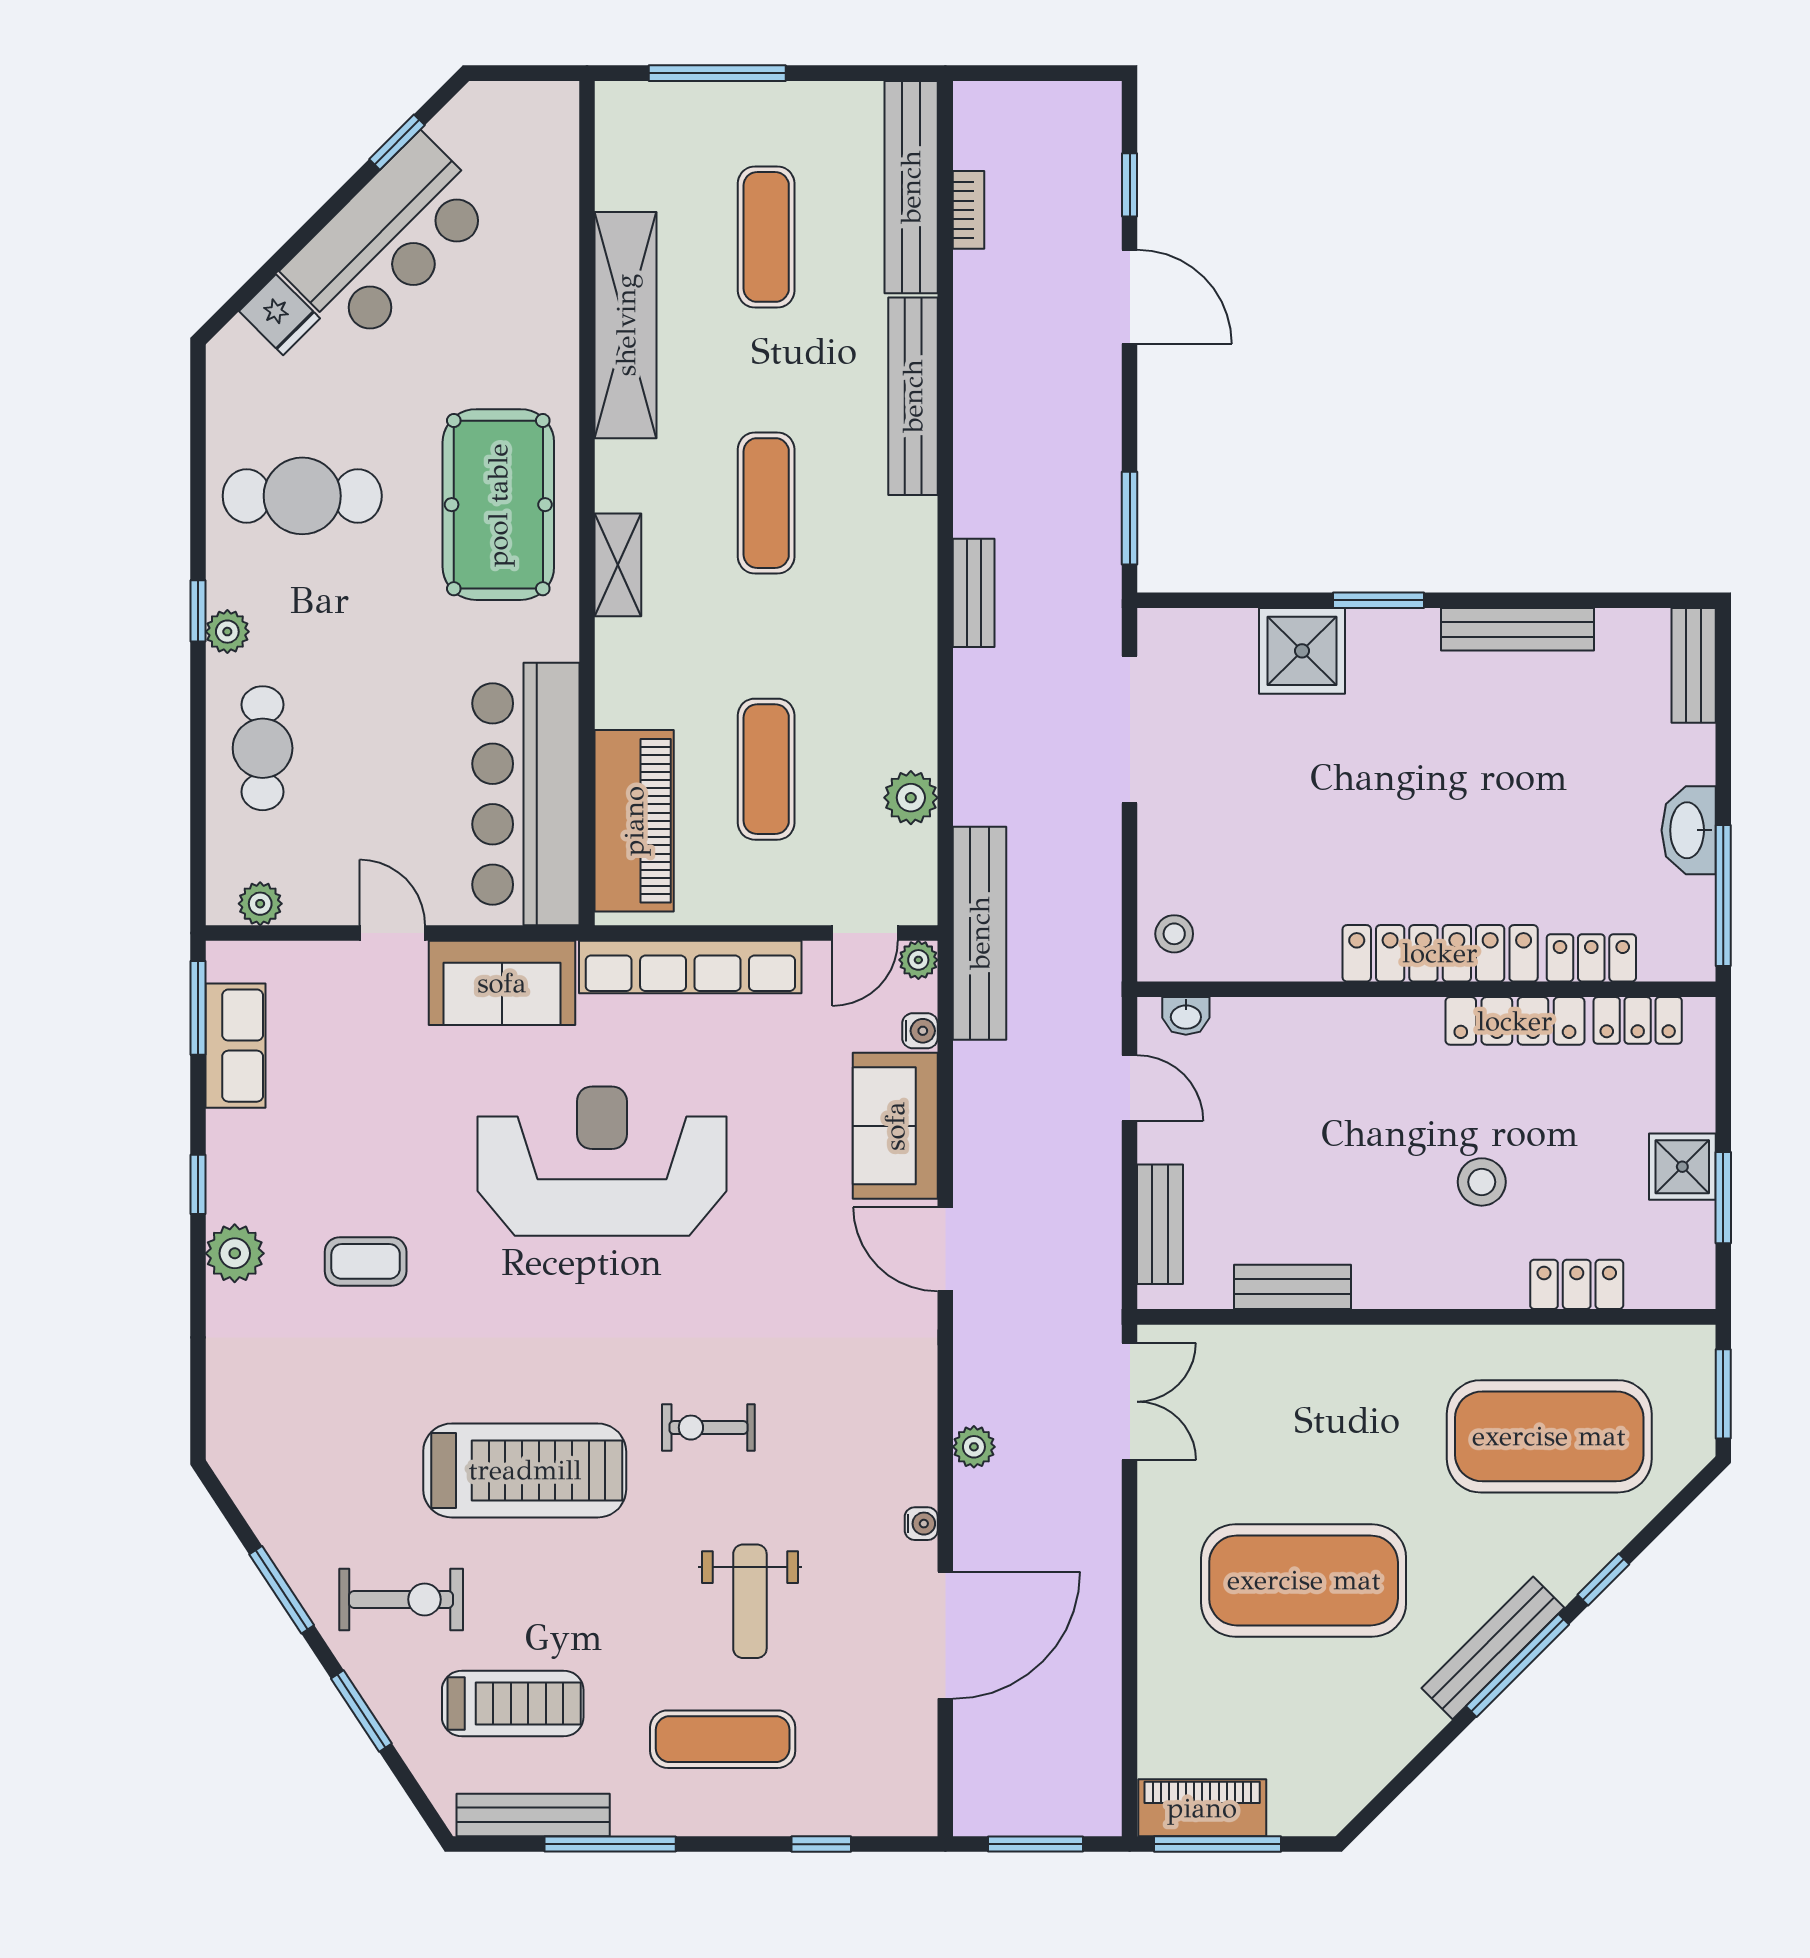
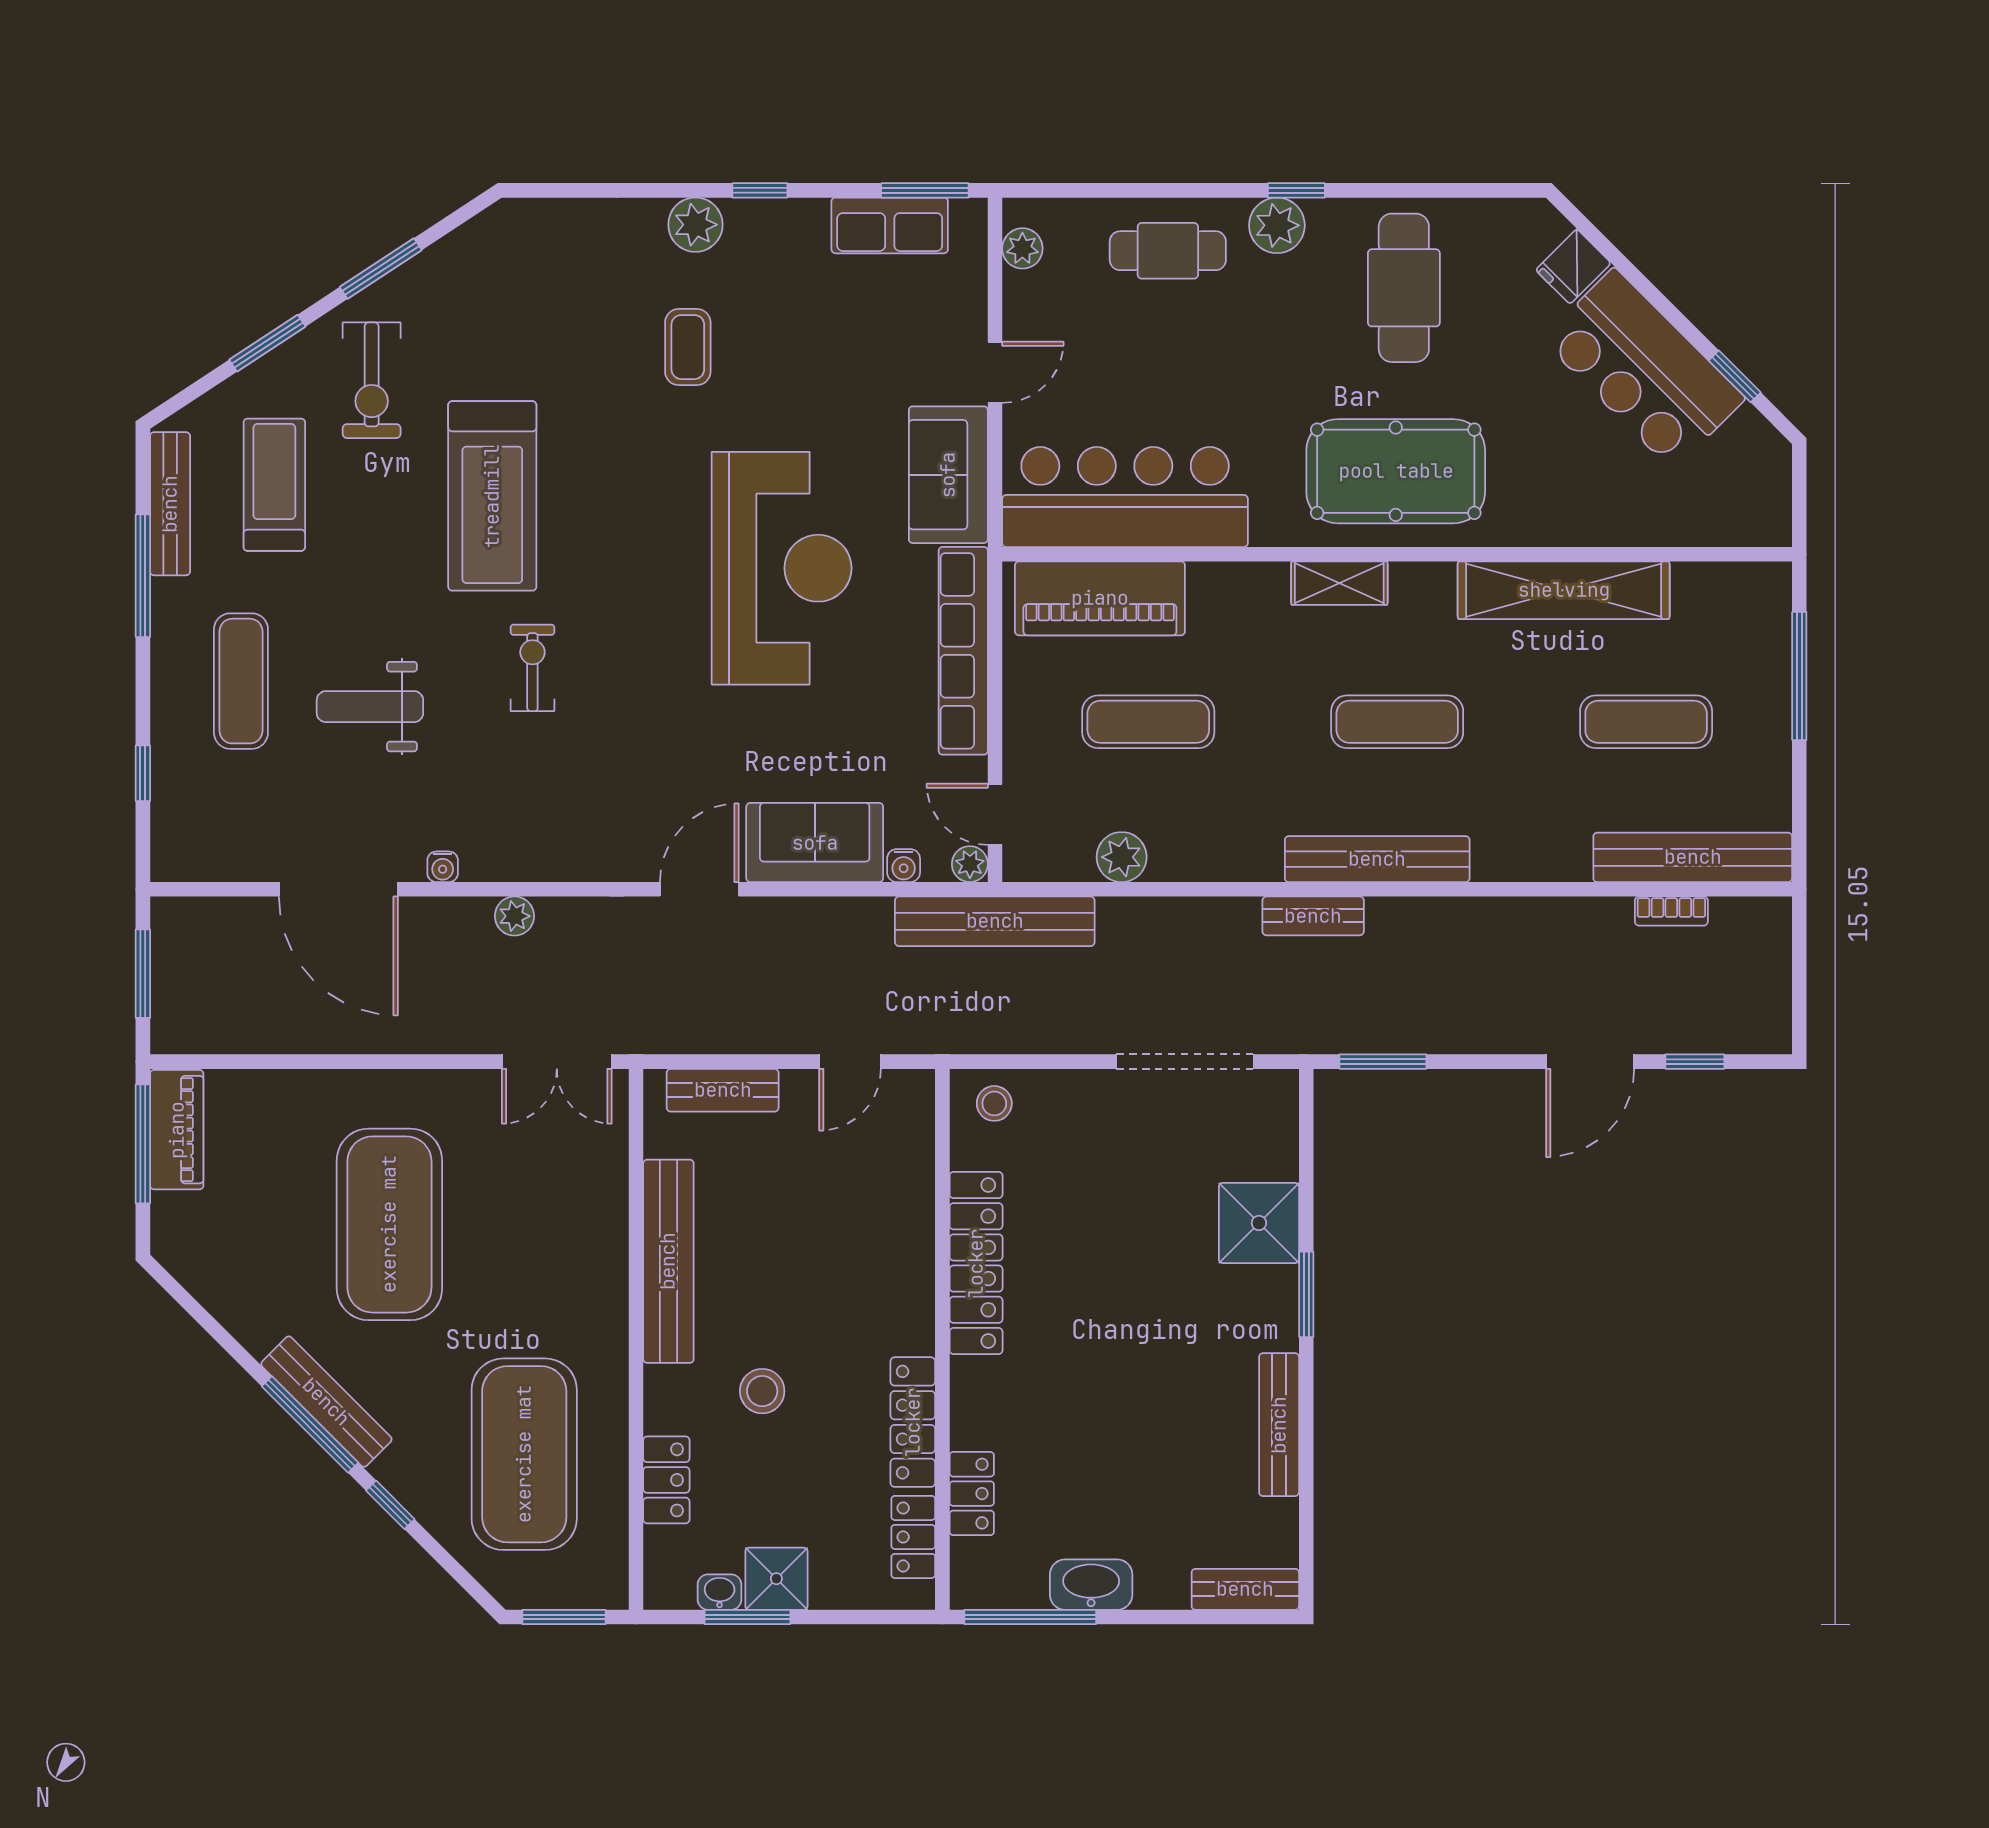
bench: (913, 396) -> (1377, 859), moved
plant: (227, 632) -> (1277, 225), width x1.38, depth x1.38
locker: (1440, 953) -> (976, 1263), moved
washbasin: (1186, 1016) -> (720, 1592), moved, turned 90
bench: (1293, 1287) -> (668, 1261), width x1.86, depth x1.21
treadmill: (513, 1704) -> (274, 485), turned 180

